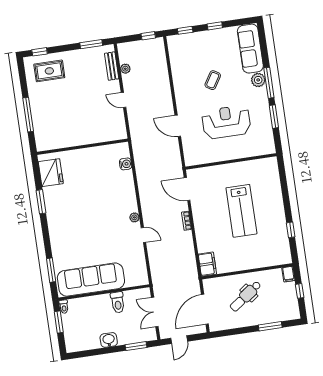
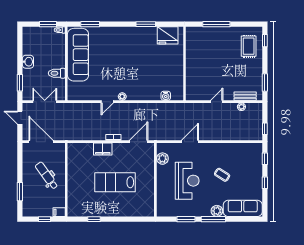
plant: (204, 157) -> (162, 159), added
filing cabinet: (207, 264) -> (103, 149), moved

